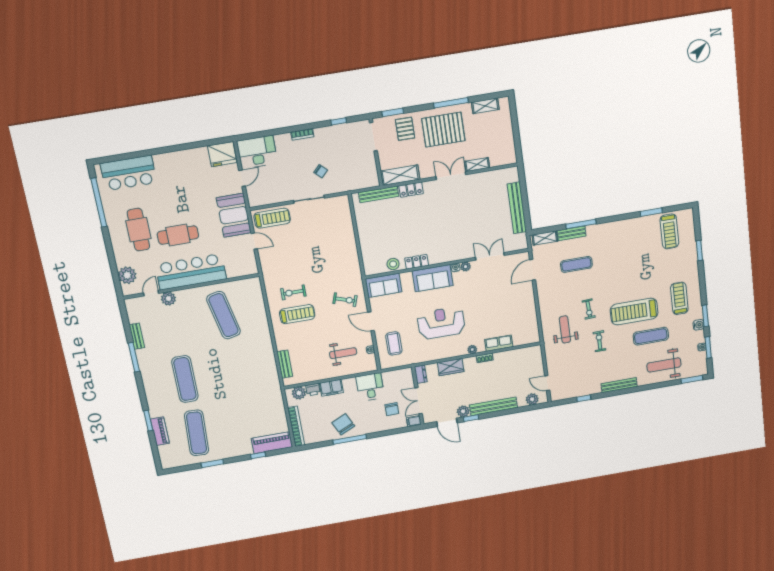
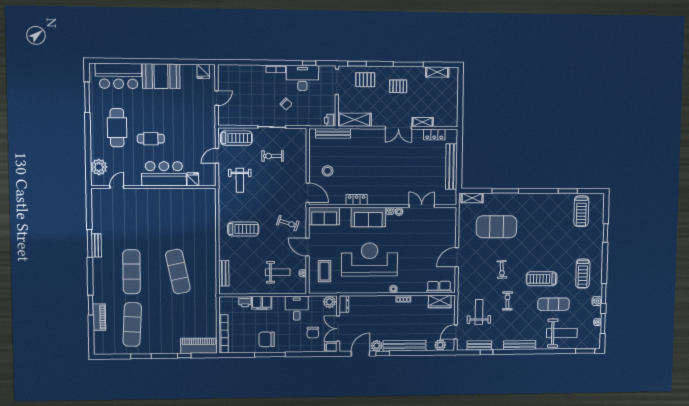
pallet: (405, 129) -> (365, 80), turned 90
pallet: (443, 130) -> (398, 86), width x0.49, depth x0.50
desk: (257, 152) -> (302, 78), moved
fridge: (222, 154) -> (203, 71), width x0.53, depth x0.75
double door: (451, 176) -> (398, 128), swing flipped
printer: (373, 180) -> (330, 120), added
locker: (411, 190) -> (434, 135), moved
window: (99, 202) -> (87, 97), width x0.68
booth: (234, 215) -> (161, 76), moved, turned 90
bench: (572, 233) -> (479, 345), moved
cafe table: (178, 235) -> (151, 139), width x0.73, depth x0.74
door: (254, 241) -> (217, 156), swing flipped
weight bench: (284, 263) -> (240, 180), added
door: (361, 264) -> (308, 193), added
stool: (393, 264) -> (328, 171), moved
exercise mat: (576, 264) -> (496, 227), width x2.00, depth x1.45
door: (533, 270) -> (457, 257), moved
fridge: (232, 271) -> (193, 179), added
bar counter: (191, 272) -> (164, 174), width x0.73
exercise bike: (293, 292) -> (273, 156), moved
treadmill: (679, 298) -> (583, 274), turned 180
plant: (168, 299) -> (131, 195), removed
treadmill: (634, 312) -> (542, 279), width x0.73, depth x0.73
exercise mat: (224, 315) -> (178, 271), moved
reception desk: (441, 323) -> (370, 259), width x1.36, depth x1.30
weight bench: (565, 329) -> (479, 312), moved
bench: (137, 336) -> (97, 245), moved
row of seats: (499, 343) -> (439, 287), moved
weight bench: (664, 365) -> (562, 333), turned 180
wardrobe: (451, 367) -> (440, 301), moved
door: (547, 383) -> (456, 332), hinge flipped
plant: (299, 393) -> (330, 302), moved
door: (447, 422) -> (360, 354), swing flipped
chair: (343, 424) -> (267, 339), turned -65

